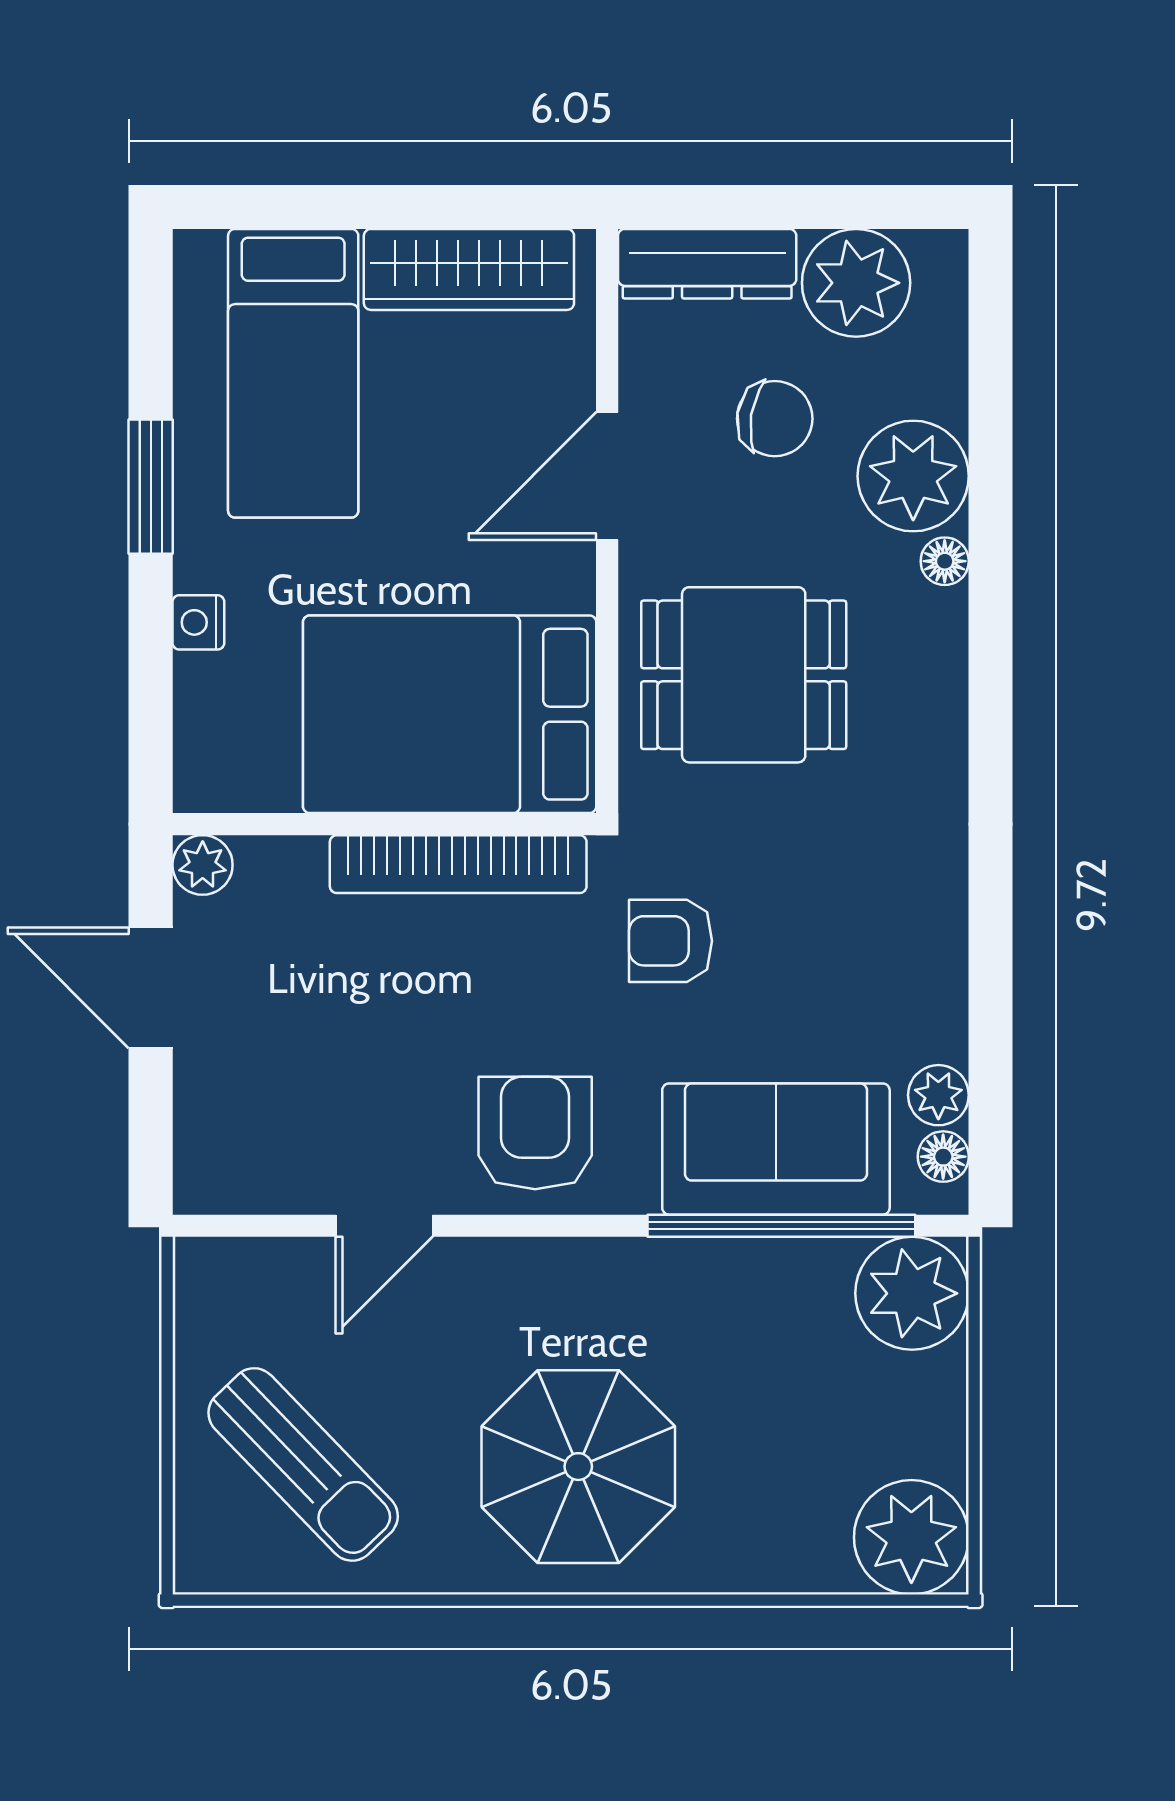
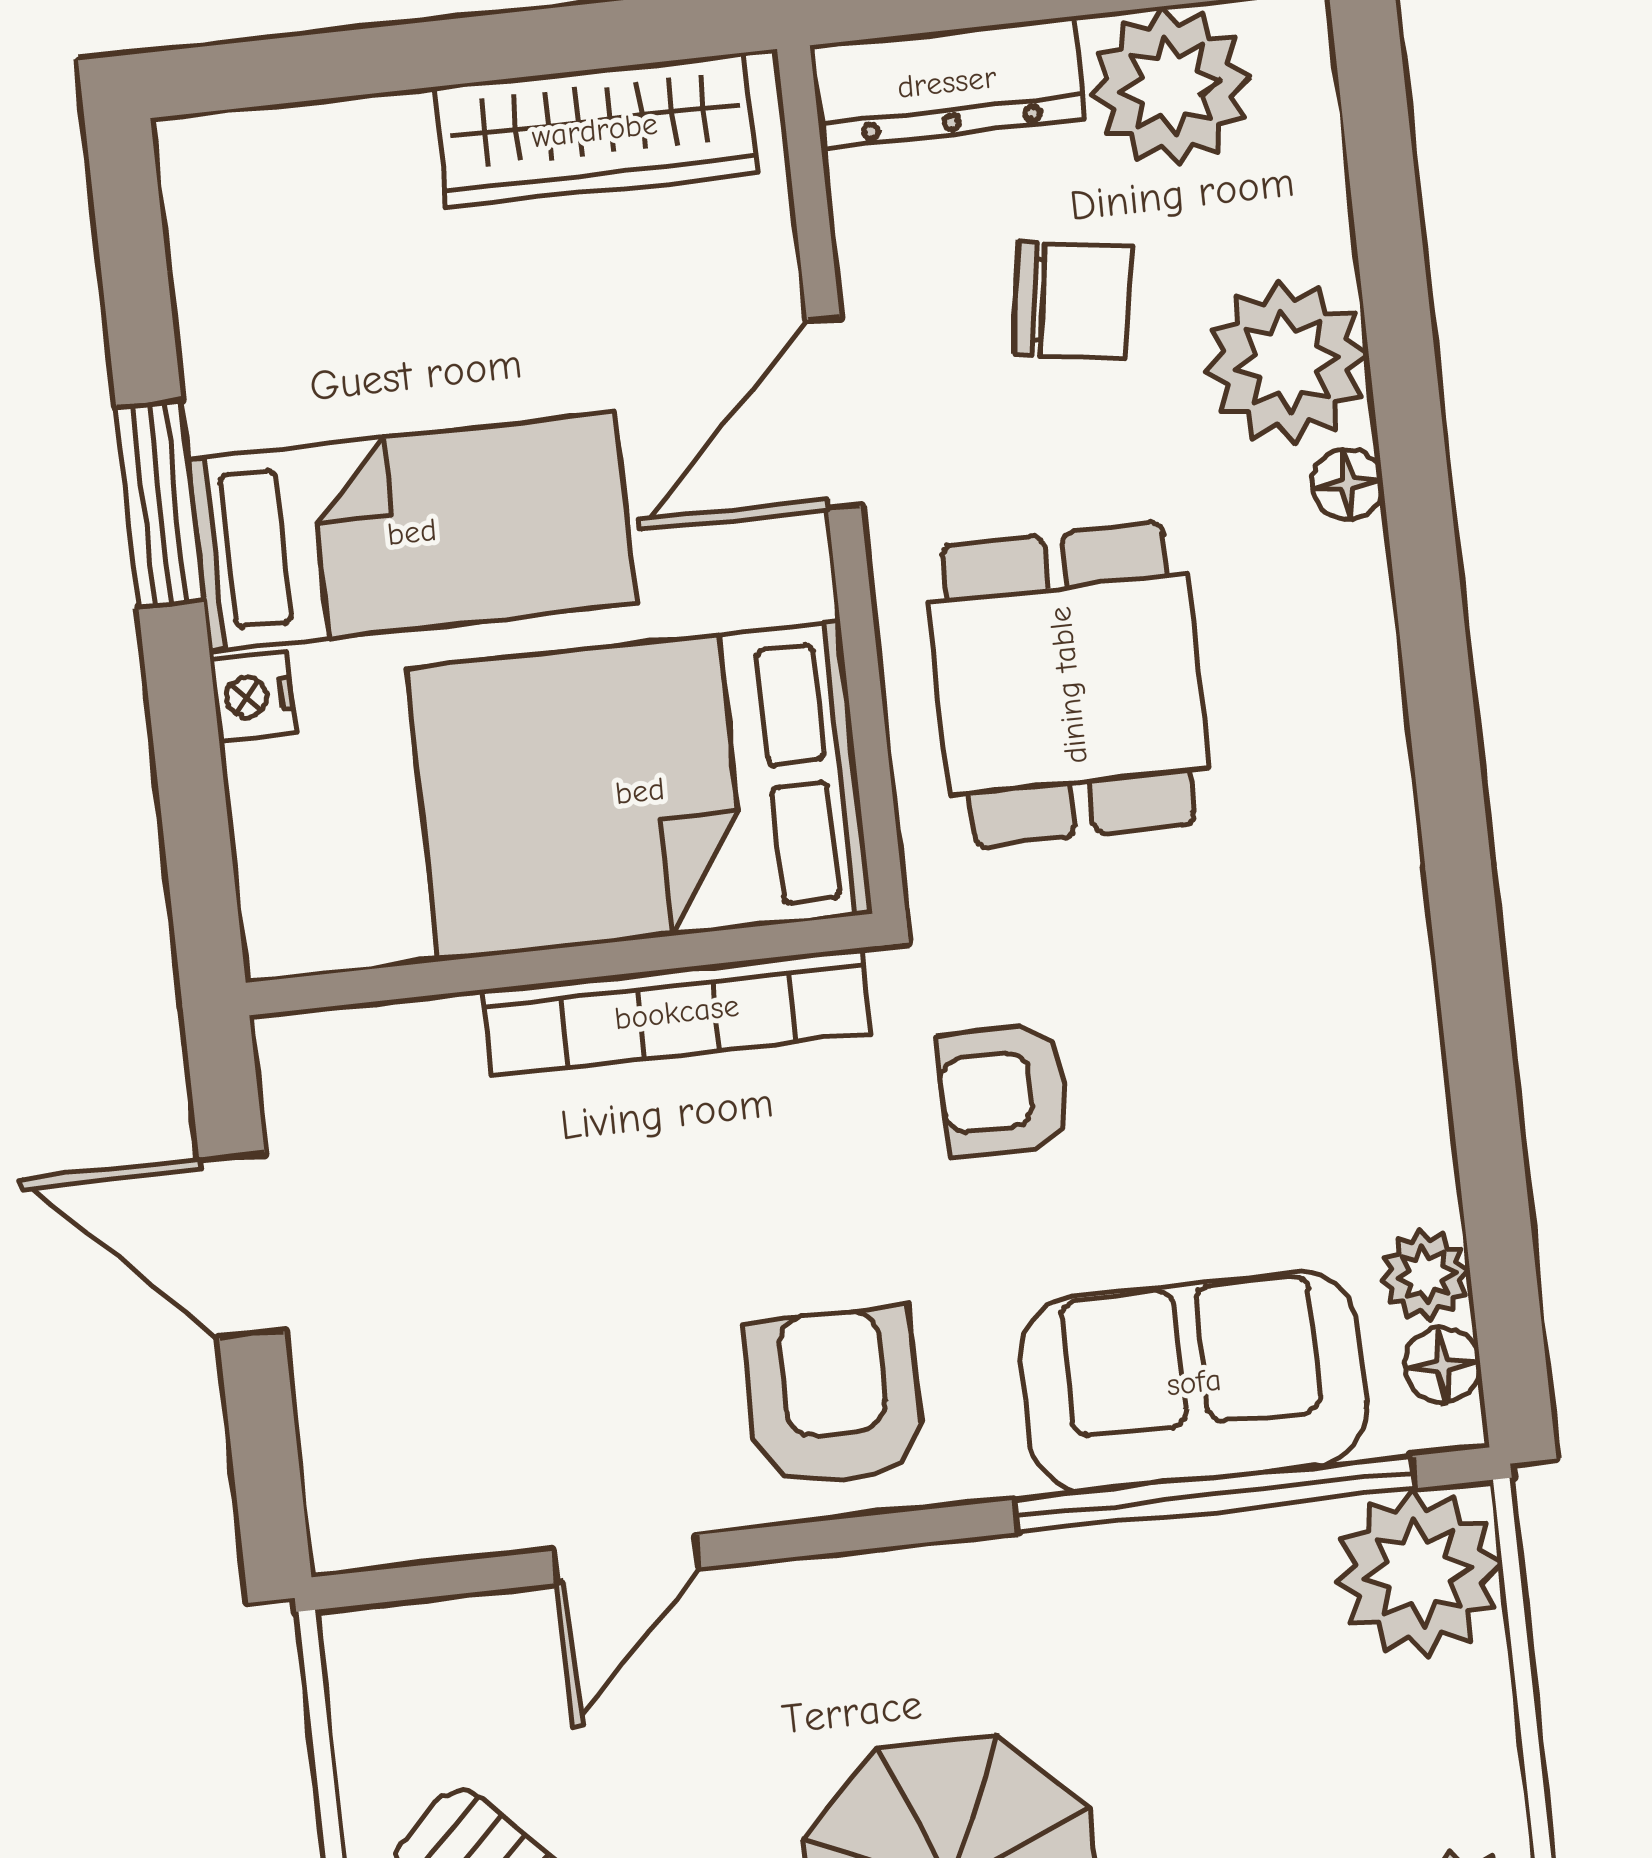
bed: (293, 373) -> (412, 532), moved, turned -90
dining table: (744, 675) -> (1068, 685), turned 90
plant: (203, 865) -> (298, 1055), removed

